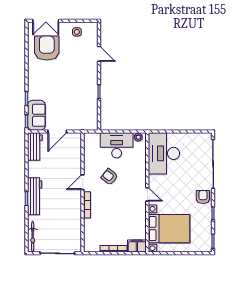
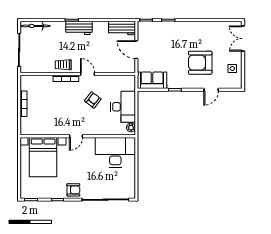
armchair: (47, 48) -> (200, 63), moved, turned 180
sofa: (36, 115) -> (152, 80), moved, turned 180
workbench: (35, 196) -> (79, 28), width x0.73
trolley: (73, 207) -> (63, 65), added
filing cabinet: (137, 246) -> (26, 126), removed

